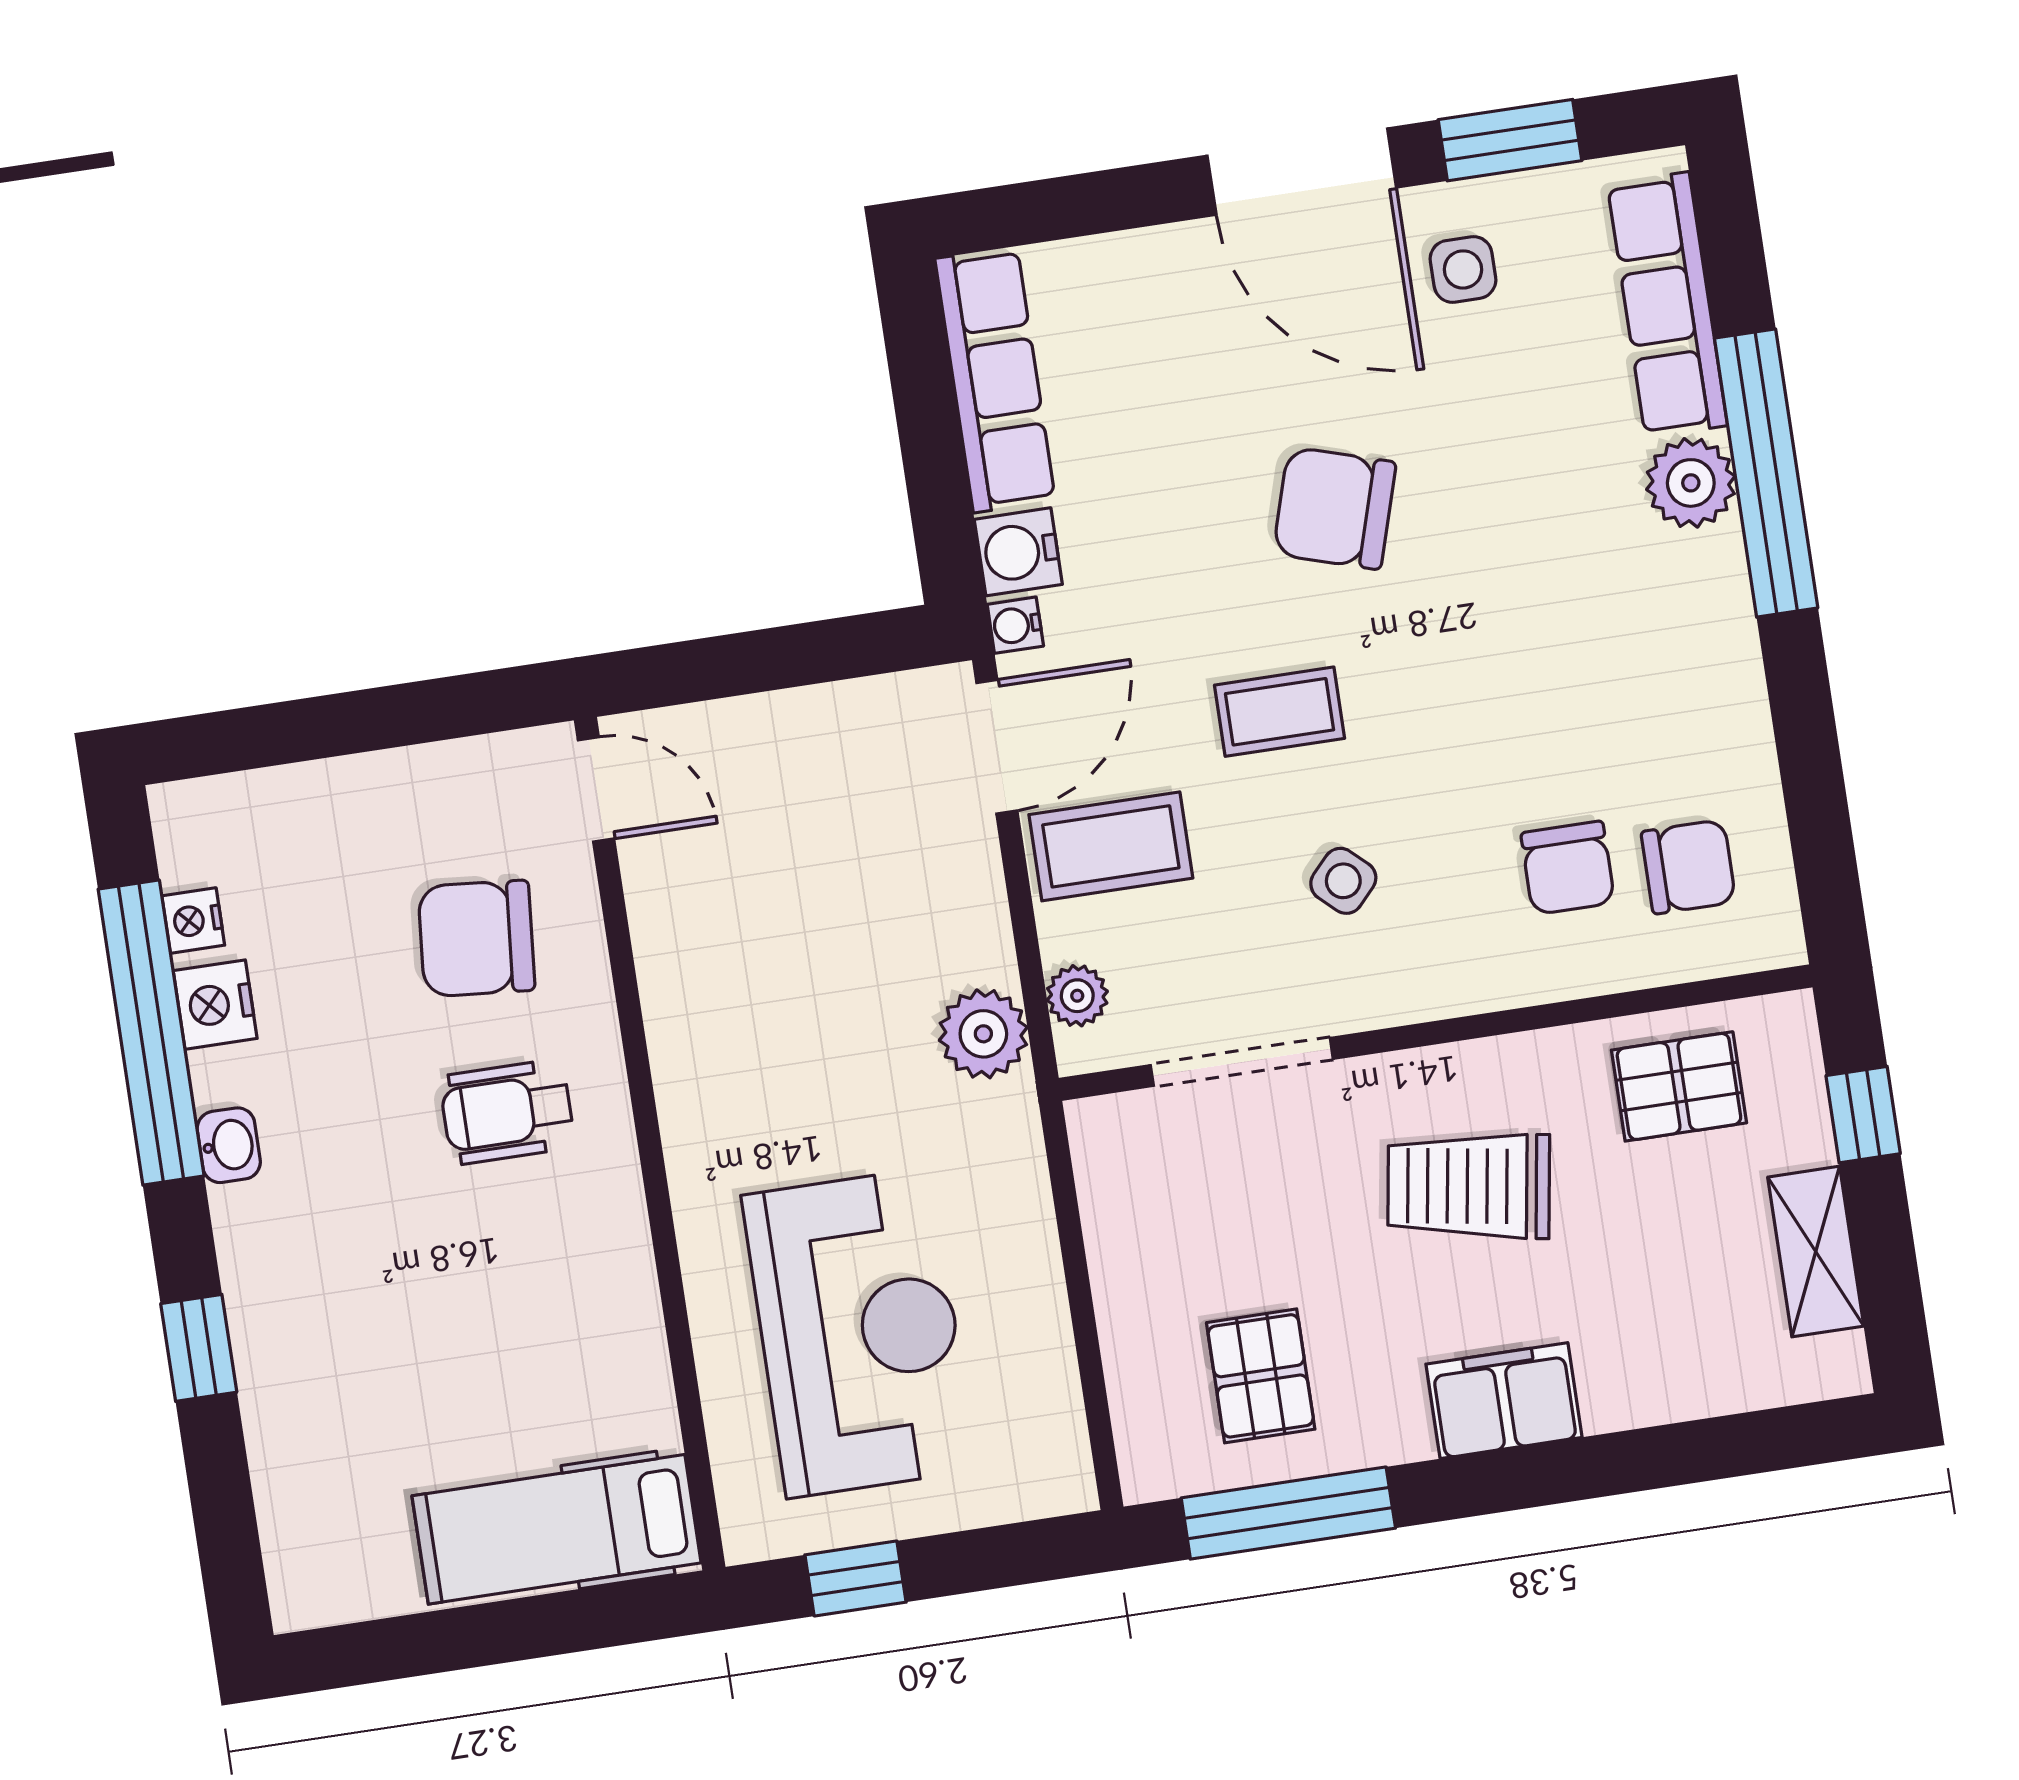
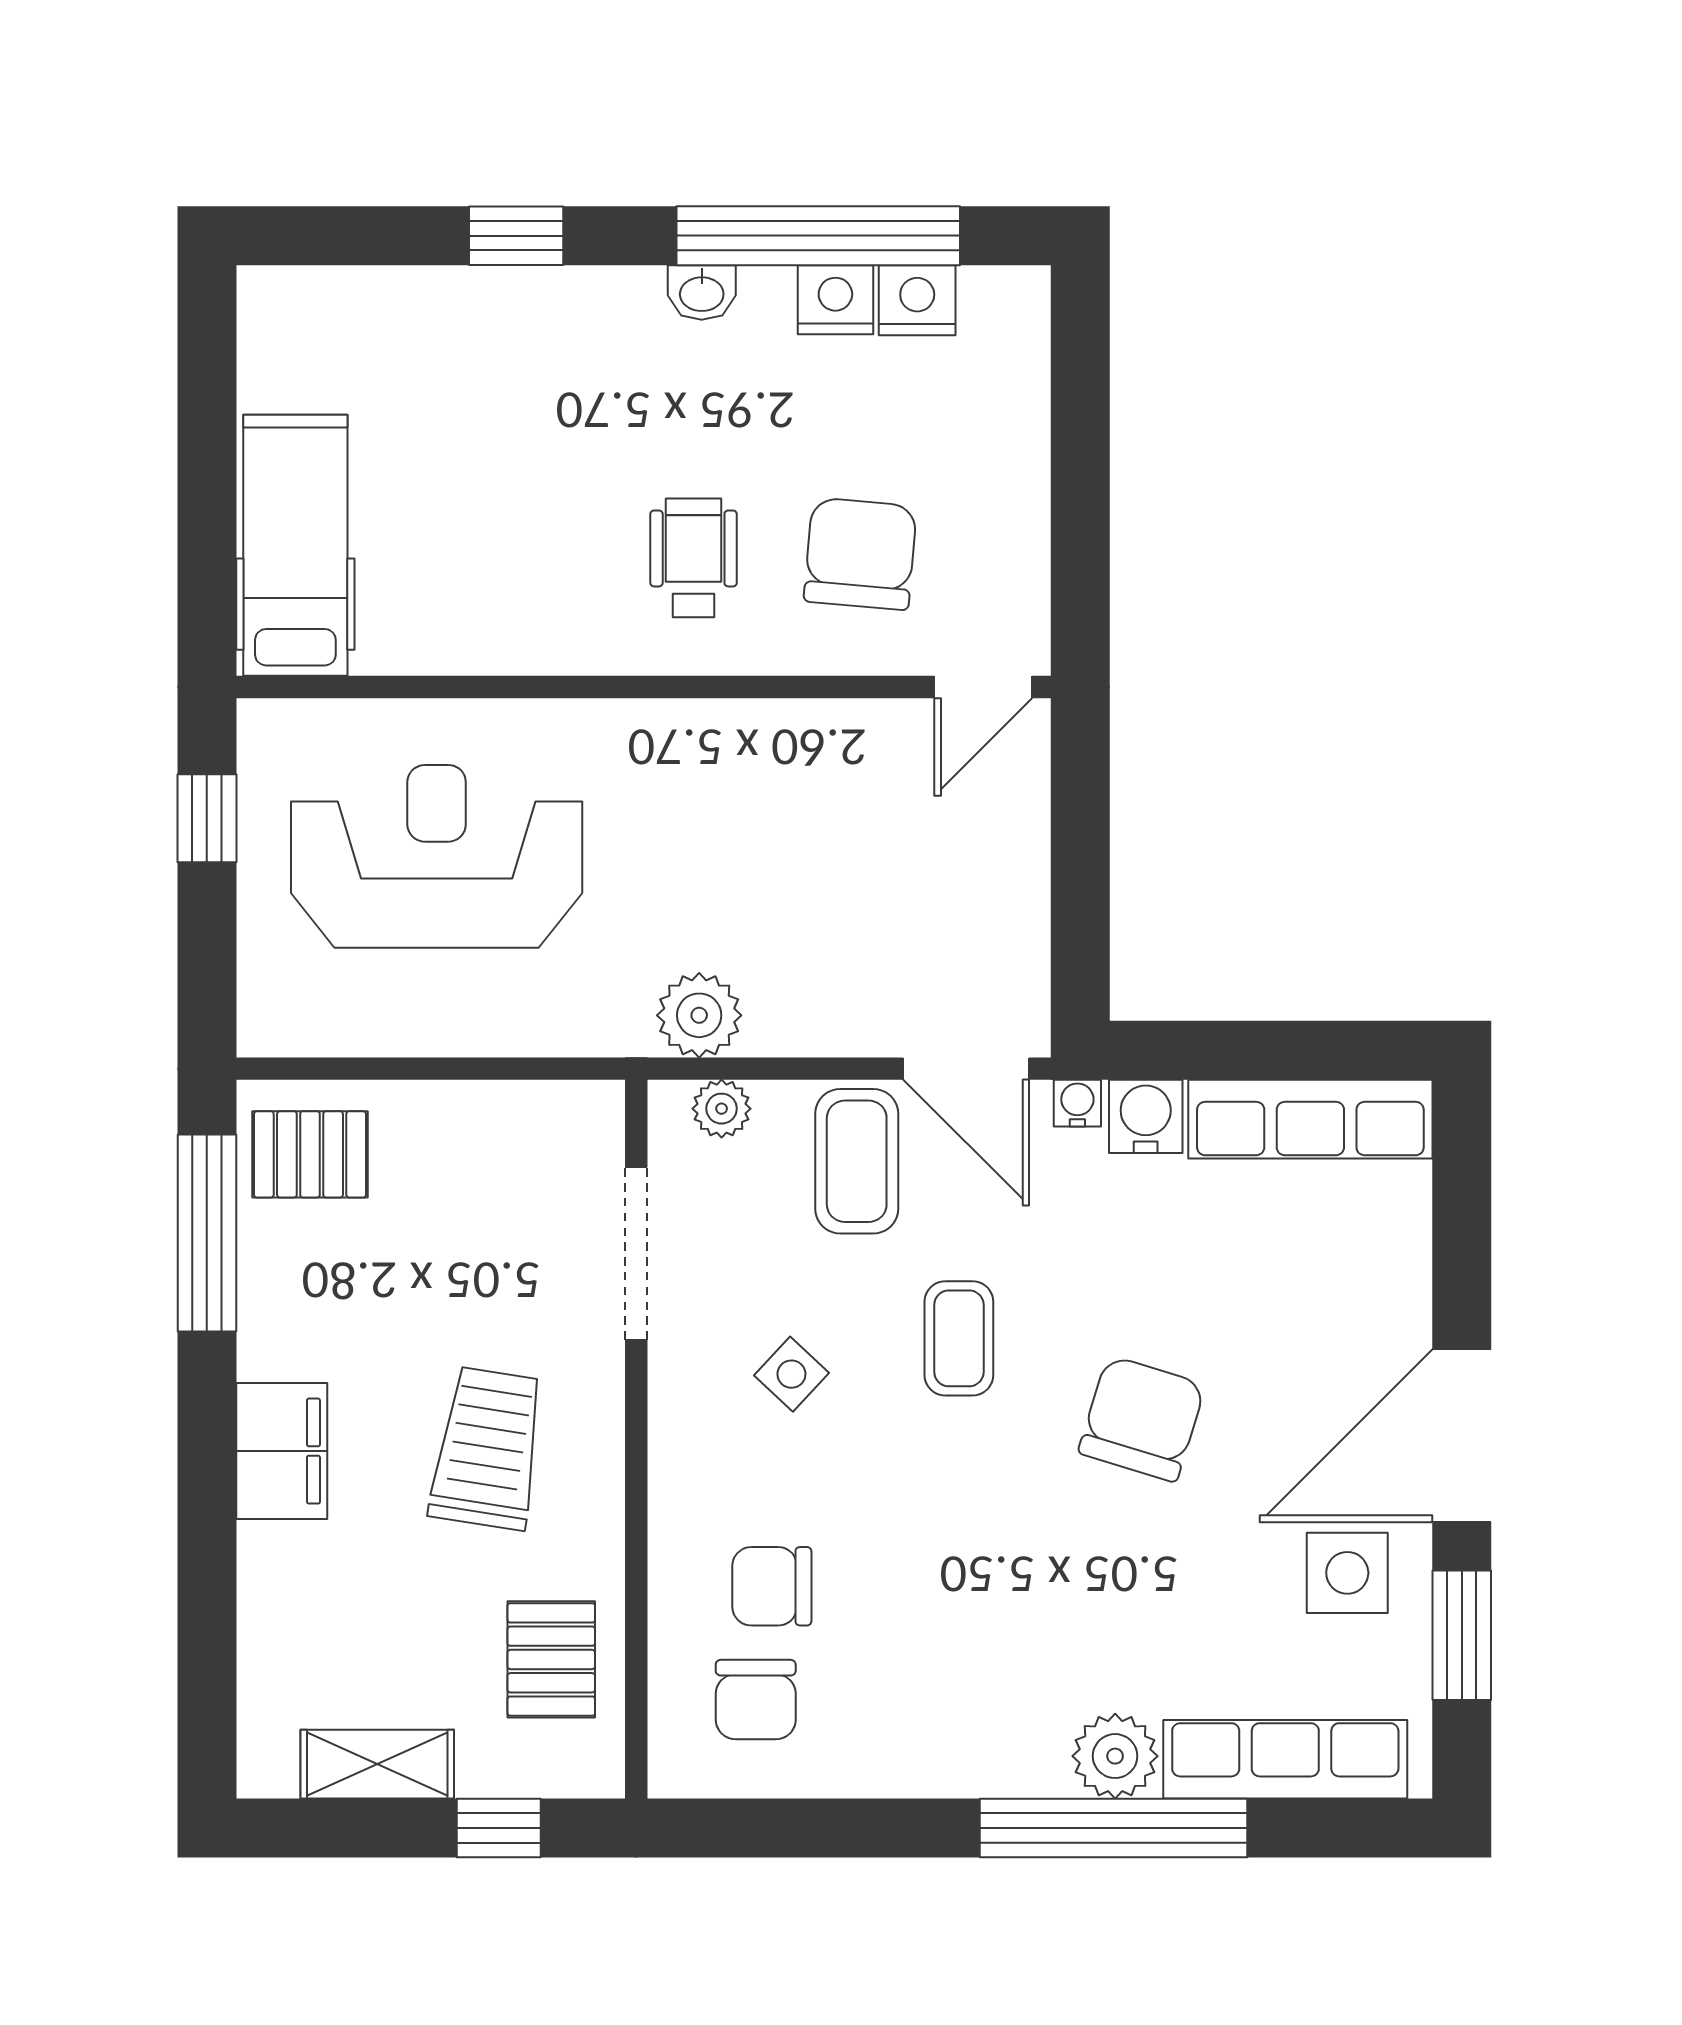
side table: (1463, 269) -> (1347, 1573), width x1.37, depth x1.37
nightstand: (193, 921) -> (917, 300), width x1.39, depth x1.35
reception desk: (859, 1333) -> (437, 856), turned 180
pallet: (1261, 1376) -> (310, 1154), moved

